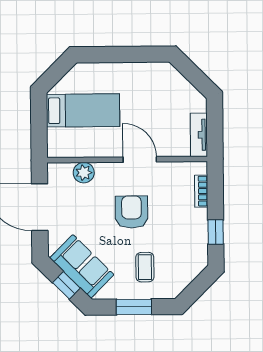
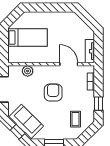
door: (140, 159) -> (69, 64), moved
coffee table: (145, 267) -> (75, 119), moved

